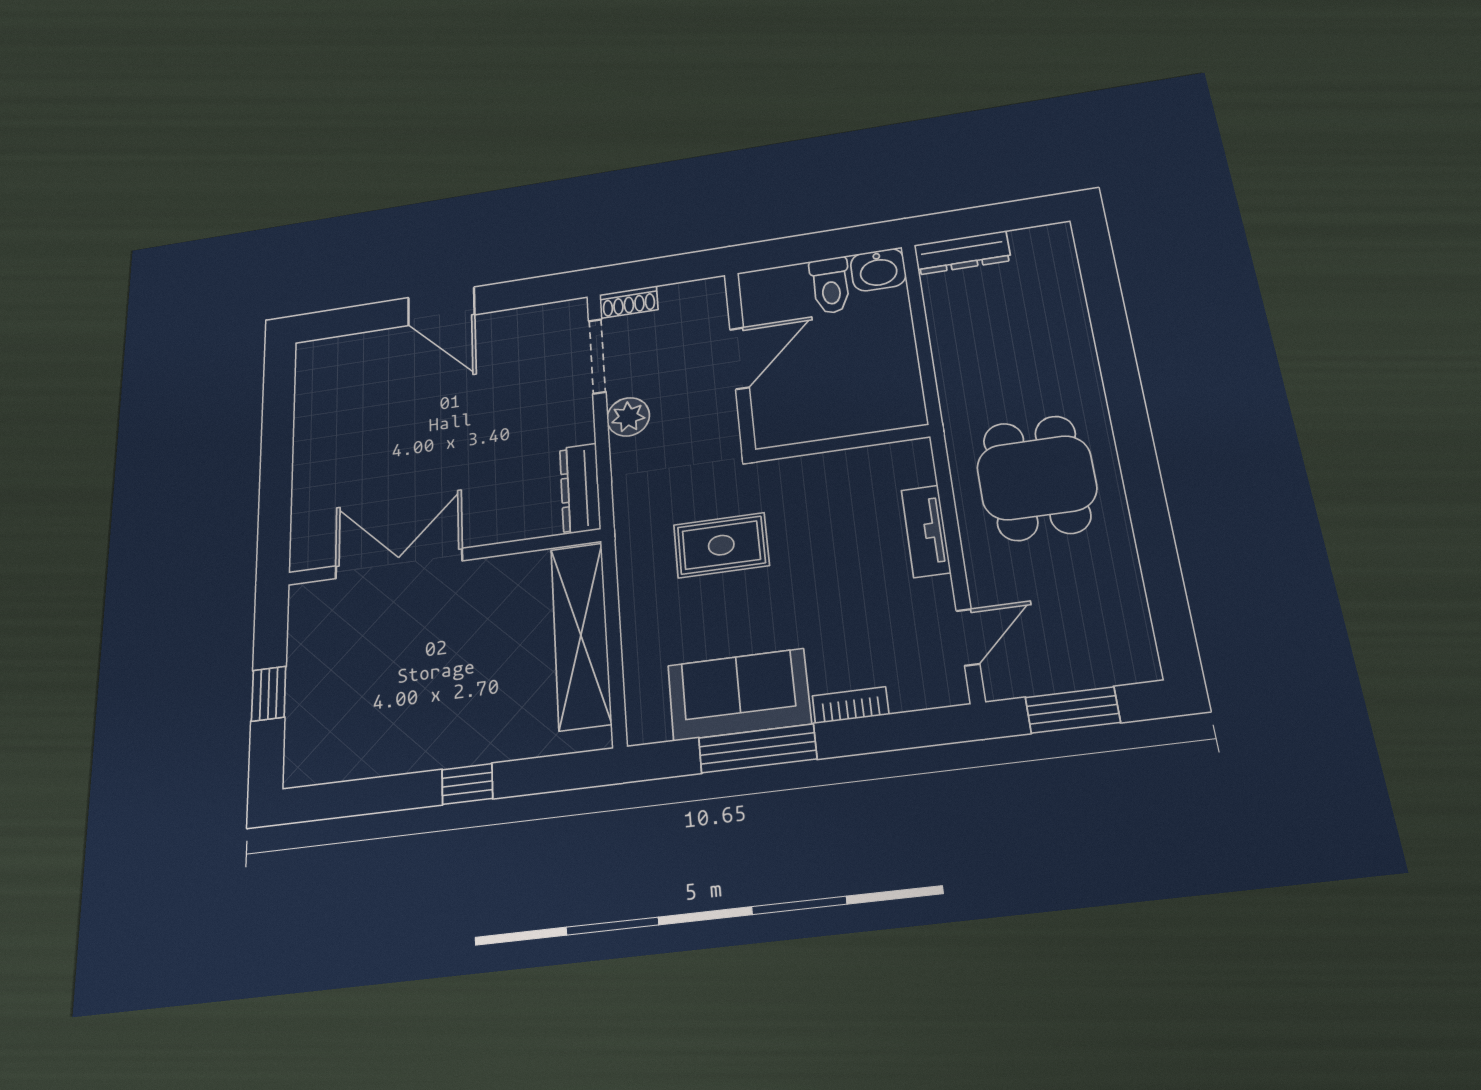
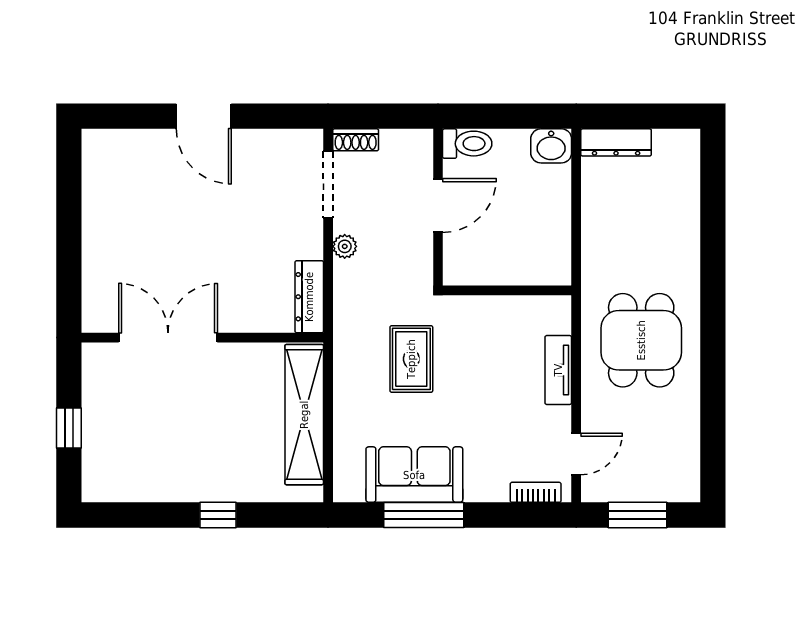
toilet: (830, 285) -> (467, 144), moved, turned -90
plant: (628, 417) -> (345, 246), width x0.73, depth x0.73
rug: (721, 545) -> (411, 359), turned 90
bookcase: (851, 705) -> (536, 492), moved

